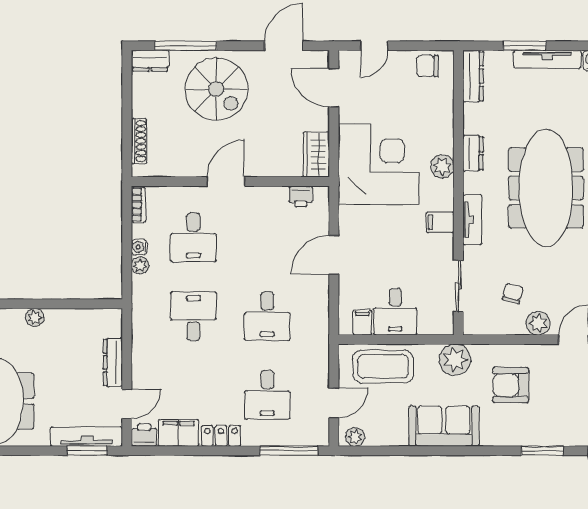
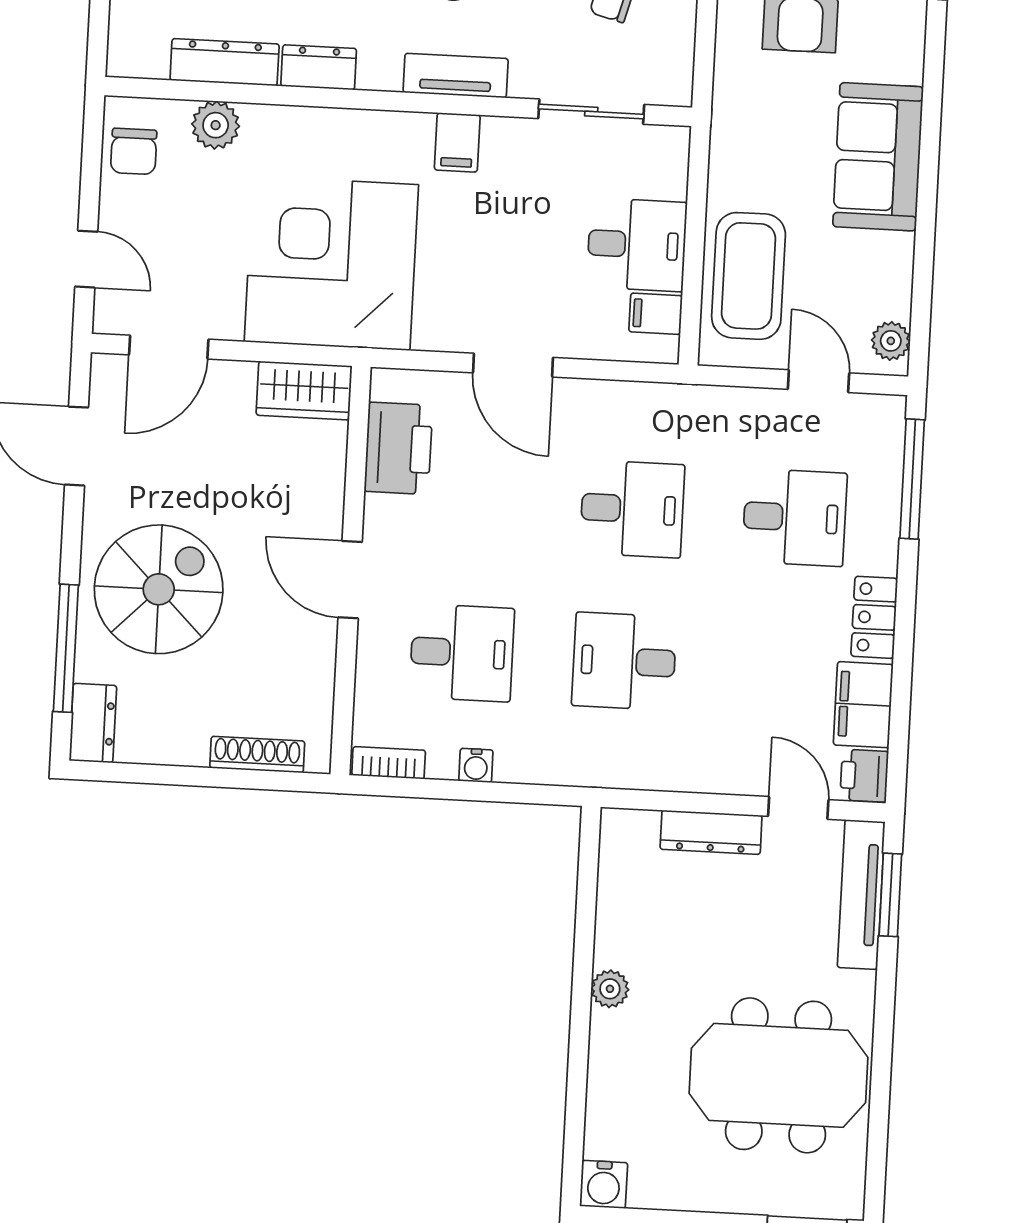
dresser: (473, 76) -> (225, 62), moved
plant: (442, 167) -> (216, 125), moved
printer: (301, 196) -> (398, 448), width x1.87, depth x1.48
plant: (140, 265) -> (514, 766), removed
plant: (455, 360) -> (743, 126), removed

